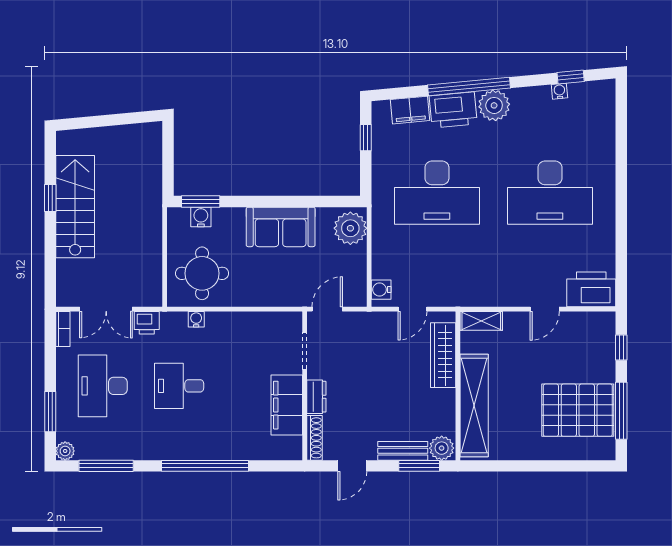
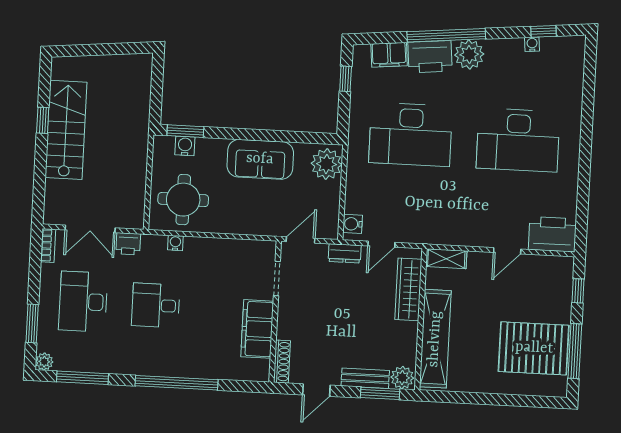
dresser: (316, 397) -> (345, 253), moved, turned 90

